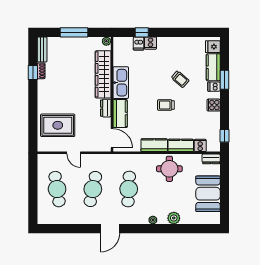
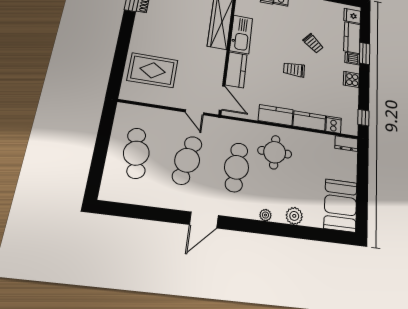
dresser: (106, 108) -> (219, 60), removed
door: (74, 153) -> (194, 112), moved
round table: (169, 169) -> (275, 152), moved
booth: (208, 194) -> (340, 205), moved

